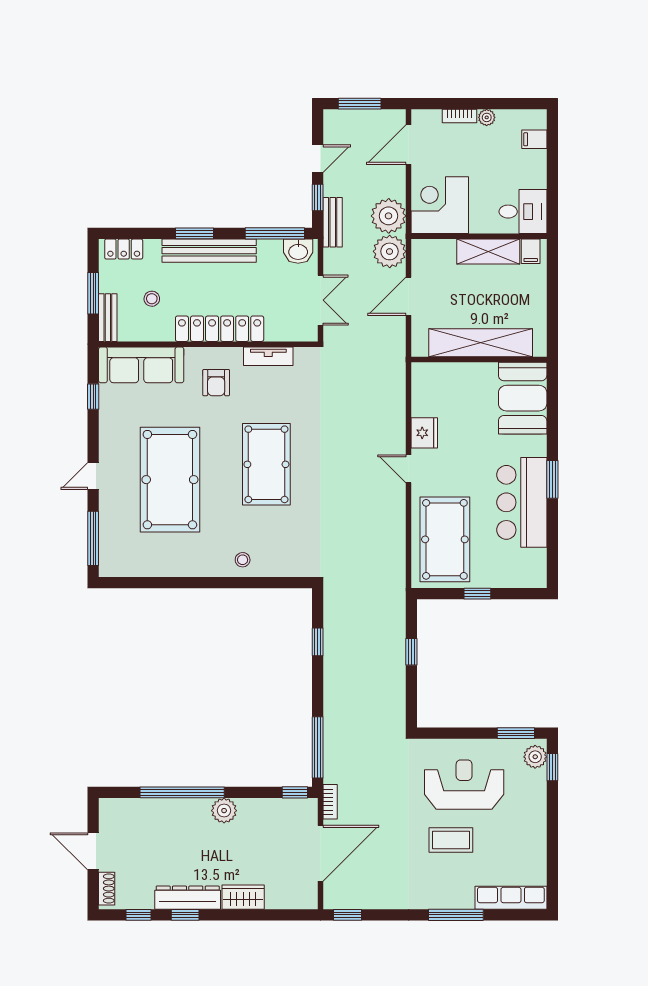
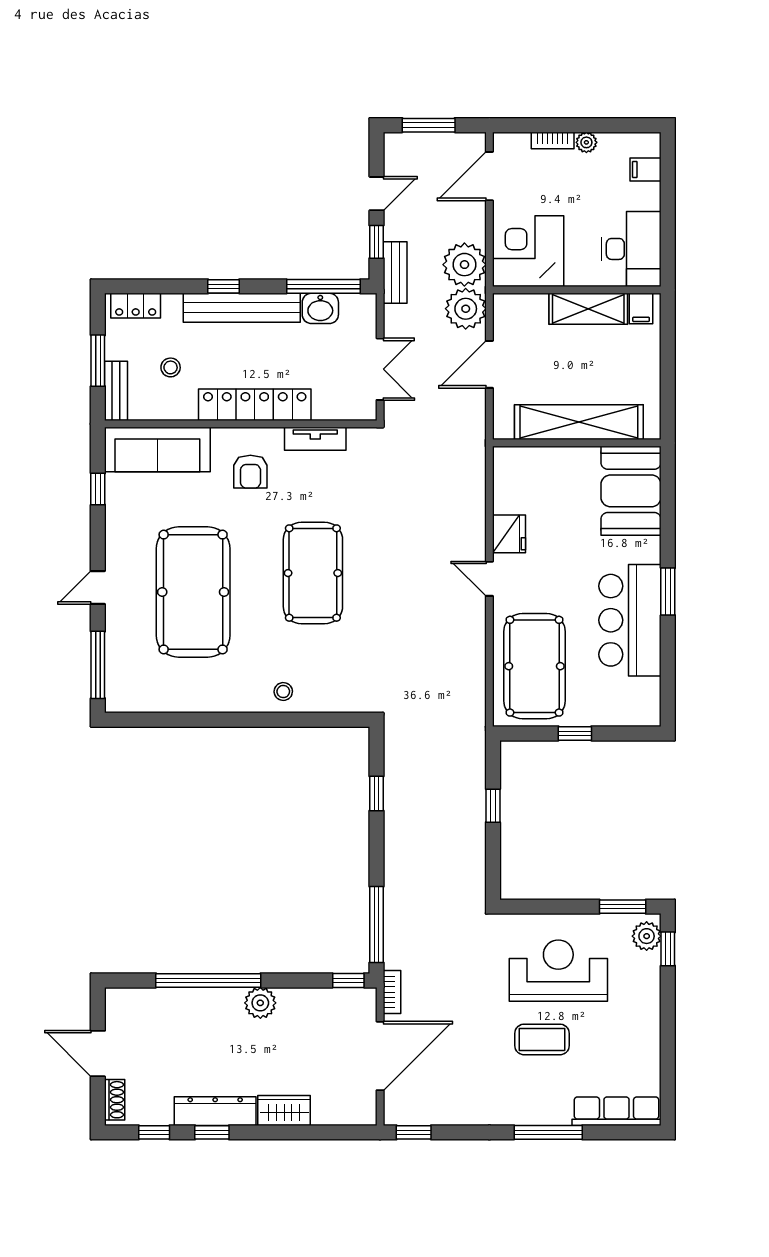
desk: (523, 212) -> (631, 249), width x1.37
window: (194, 233) -> (224, 286), width x0.67
washbasin: (298, 251) -> (320, 308), moved

